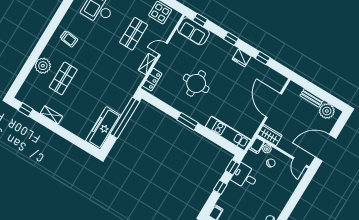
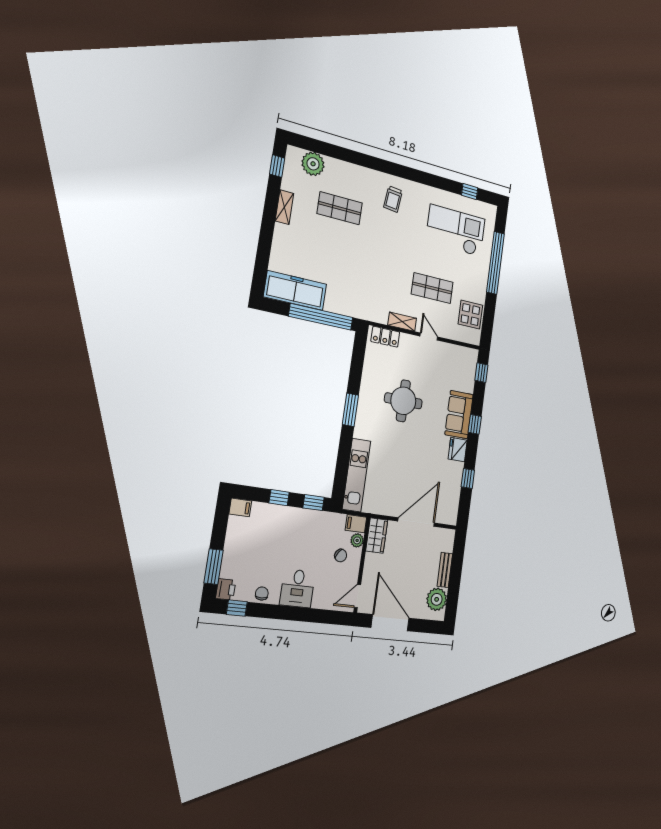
sofa: (193, 31) -> (459, 415), moved
plant: (43, 66) -> (313, 164), moved
desk: (245, 177) -> (297, 588), moved, turned 180

